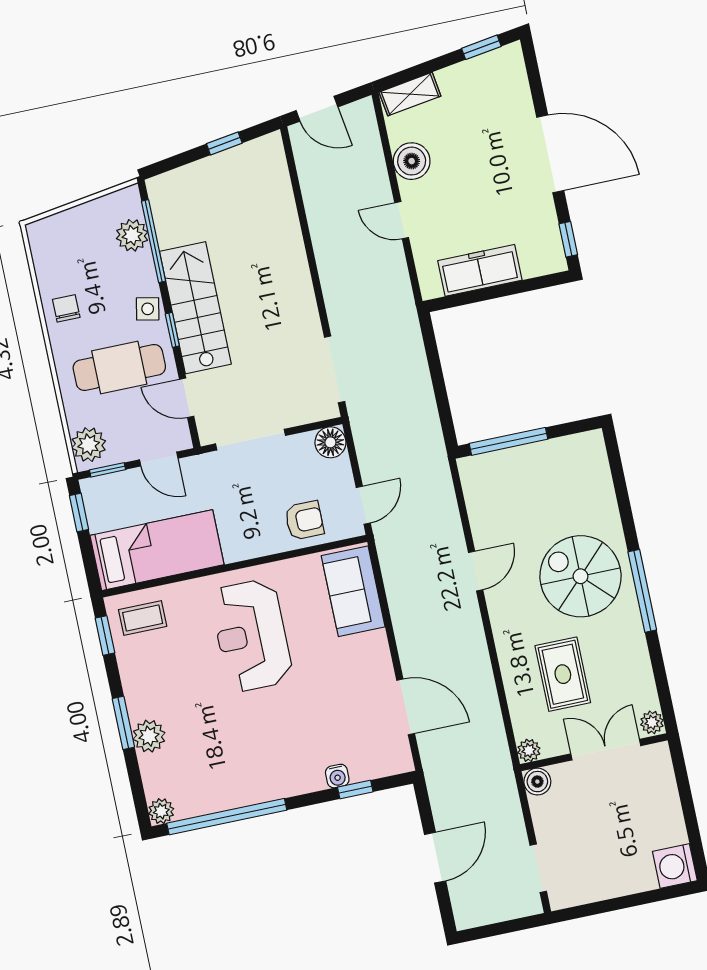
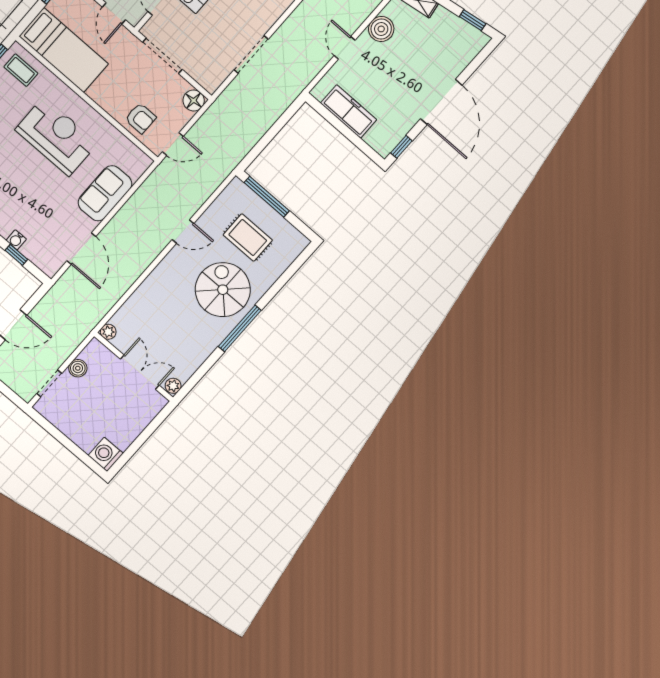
doorway: (335, 369) -> (251, 55), moved
sofa: (353, 591) -> (105, 193), moved
reception desk: (251, 635) -> (56, 136), turned 90
rug: (563, 674) -> (248, 238), moved, turned 90
boiler: (537, 782) -> (78, 368), moved

